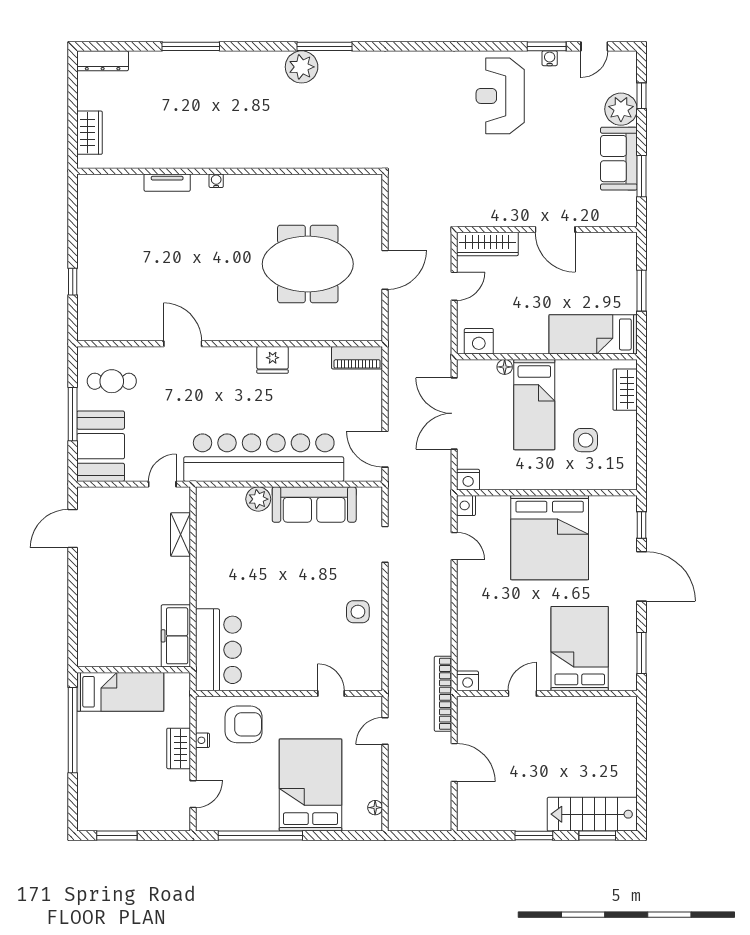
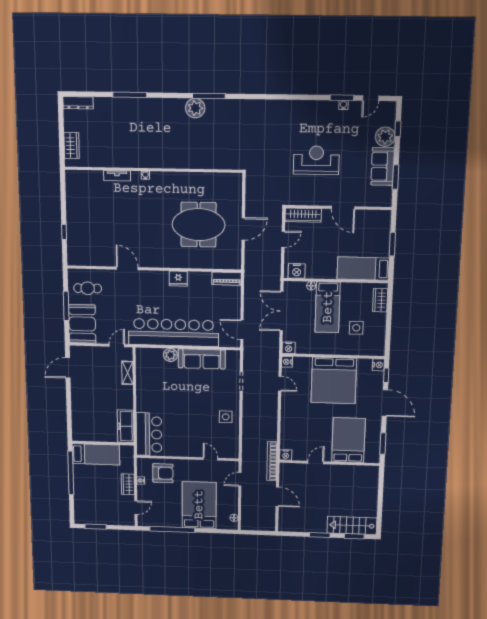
reception desk: (500, 96) -> (316, 160), moved, turned 90
nightstand: (627, 506) -> (378, 365), added

